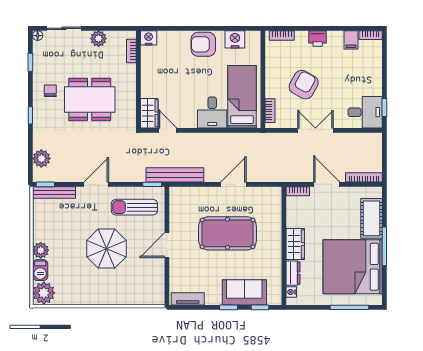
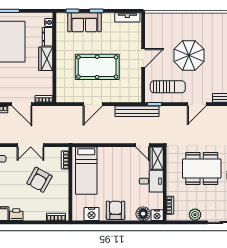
printer: (318, 38) -> (16, 215), moved
floor lamp: (167, 40) -> (143, 214), added
armchair: (203, 44) -> (116, 210), turned -90
desk: (212, 112) -> (151, 181), moved, turned 90

